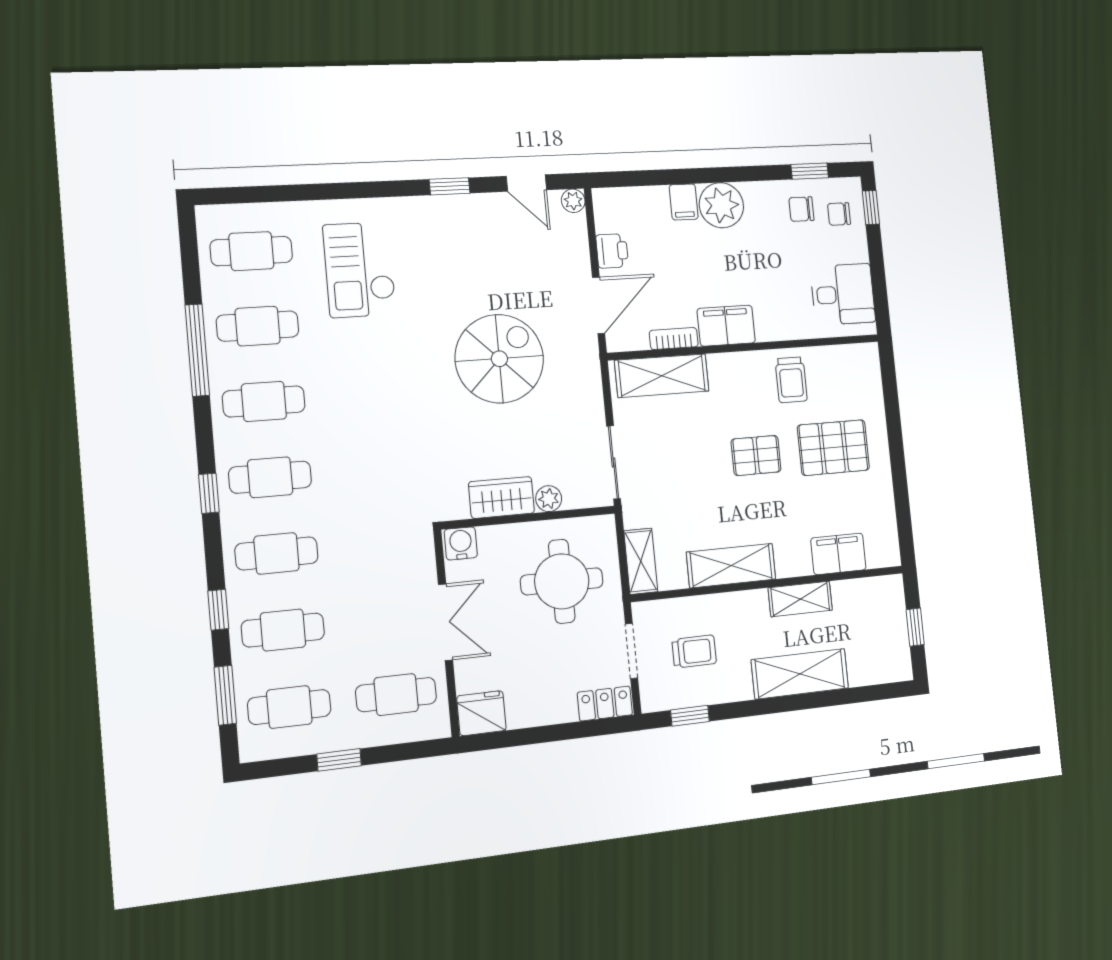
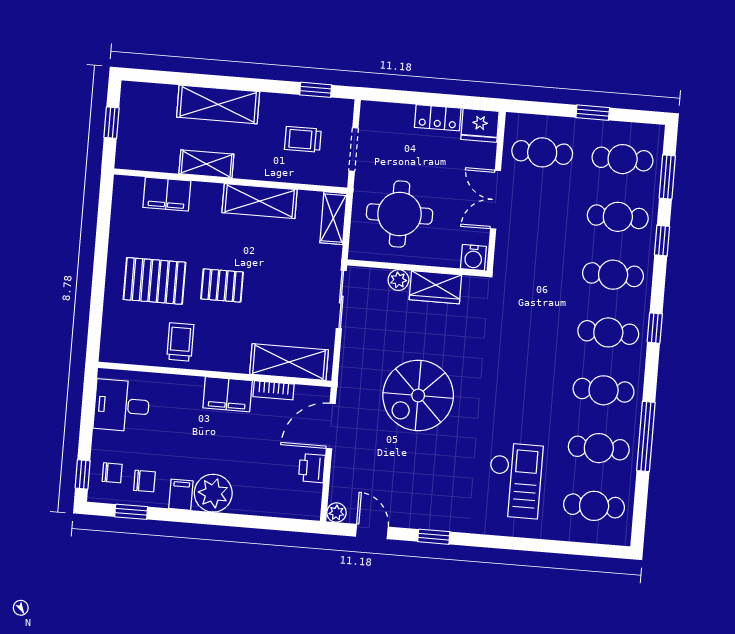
filing cabinet: (684, 202) -> (181, 495), moved
locker: (605, 704) -> (438, 118), moved

